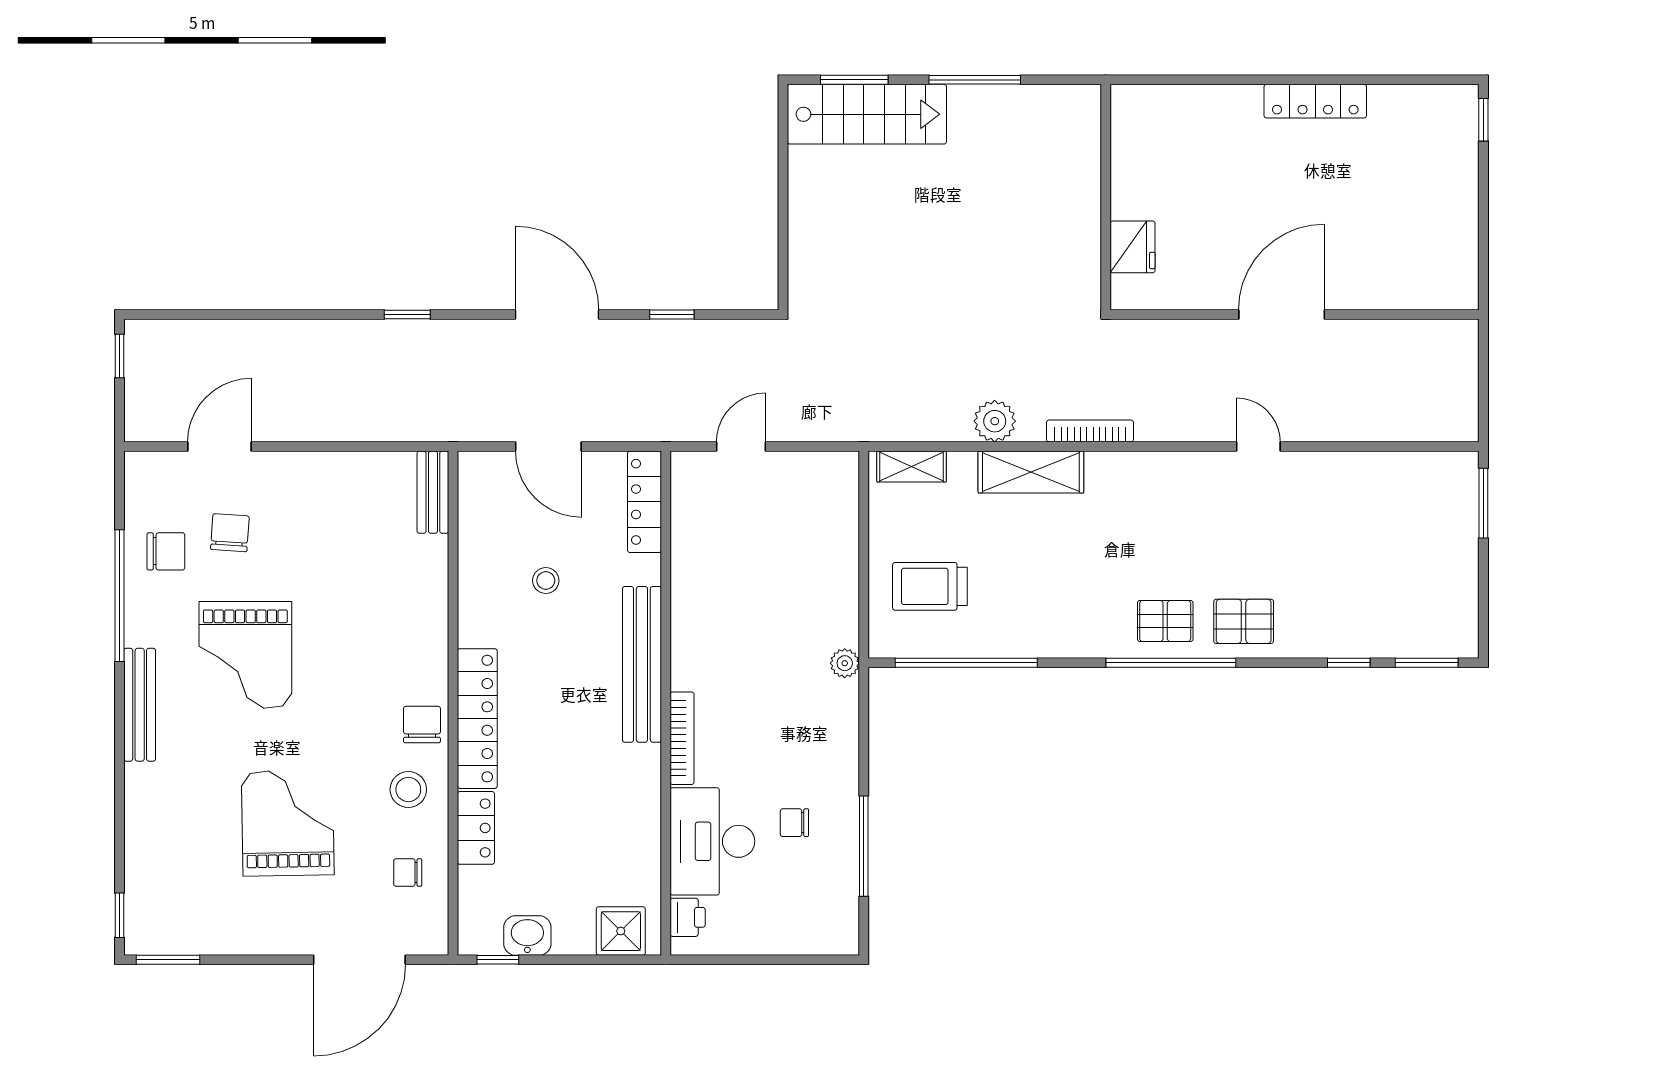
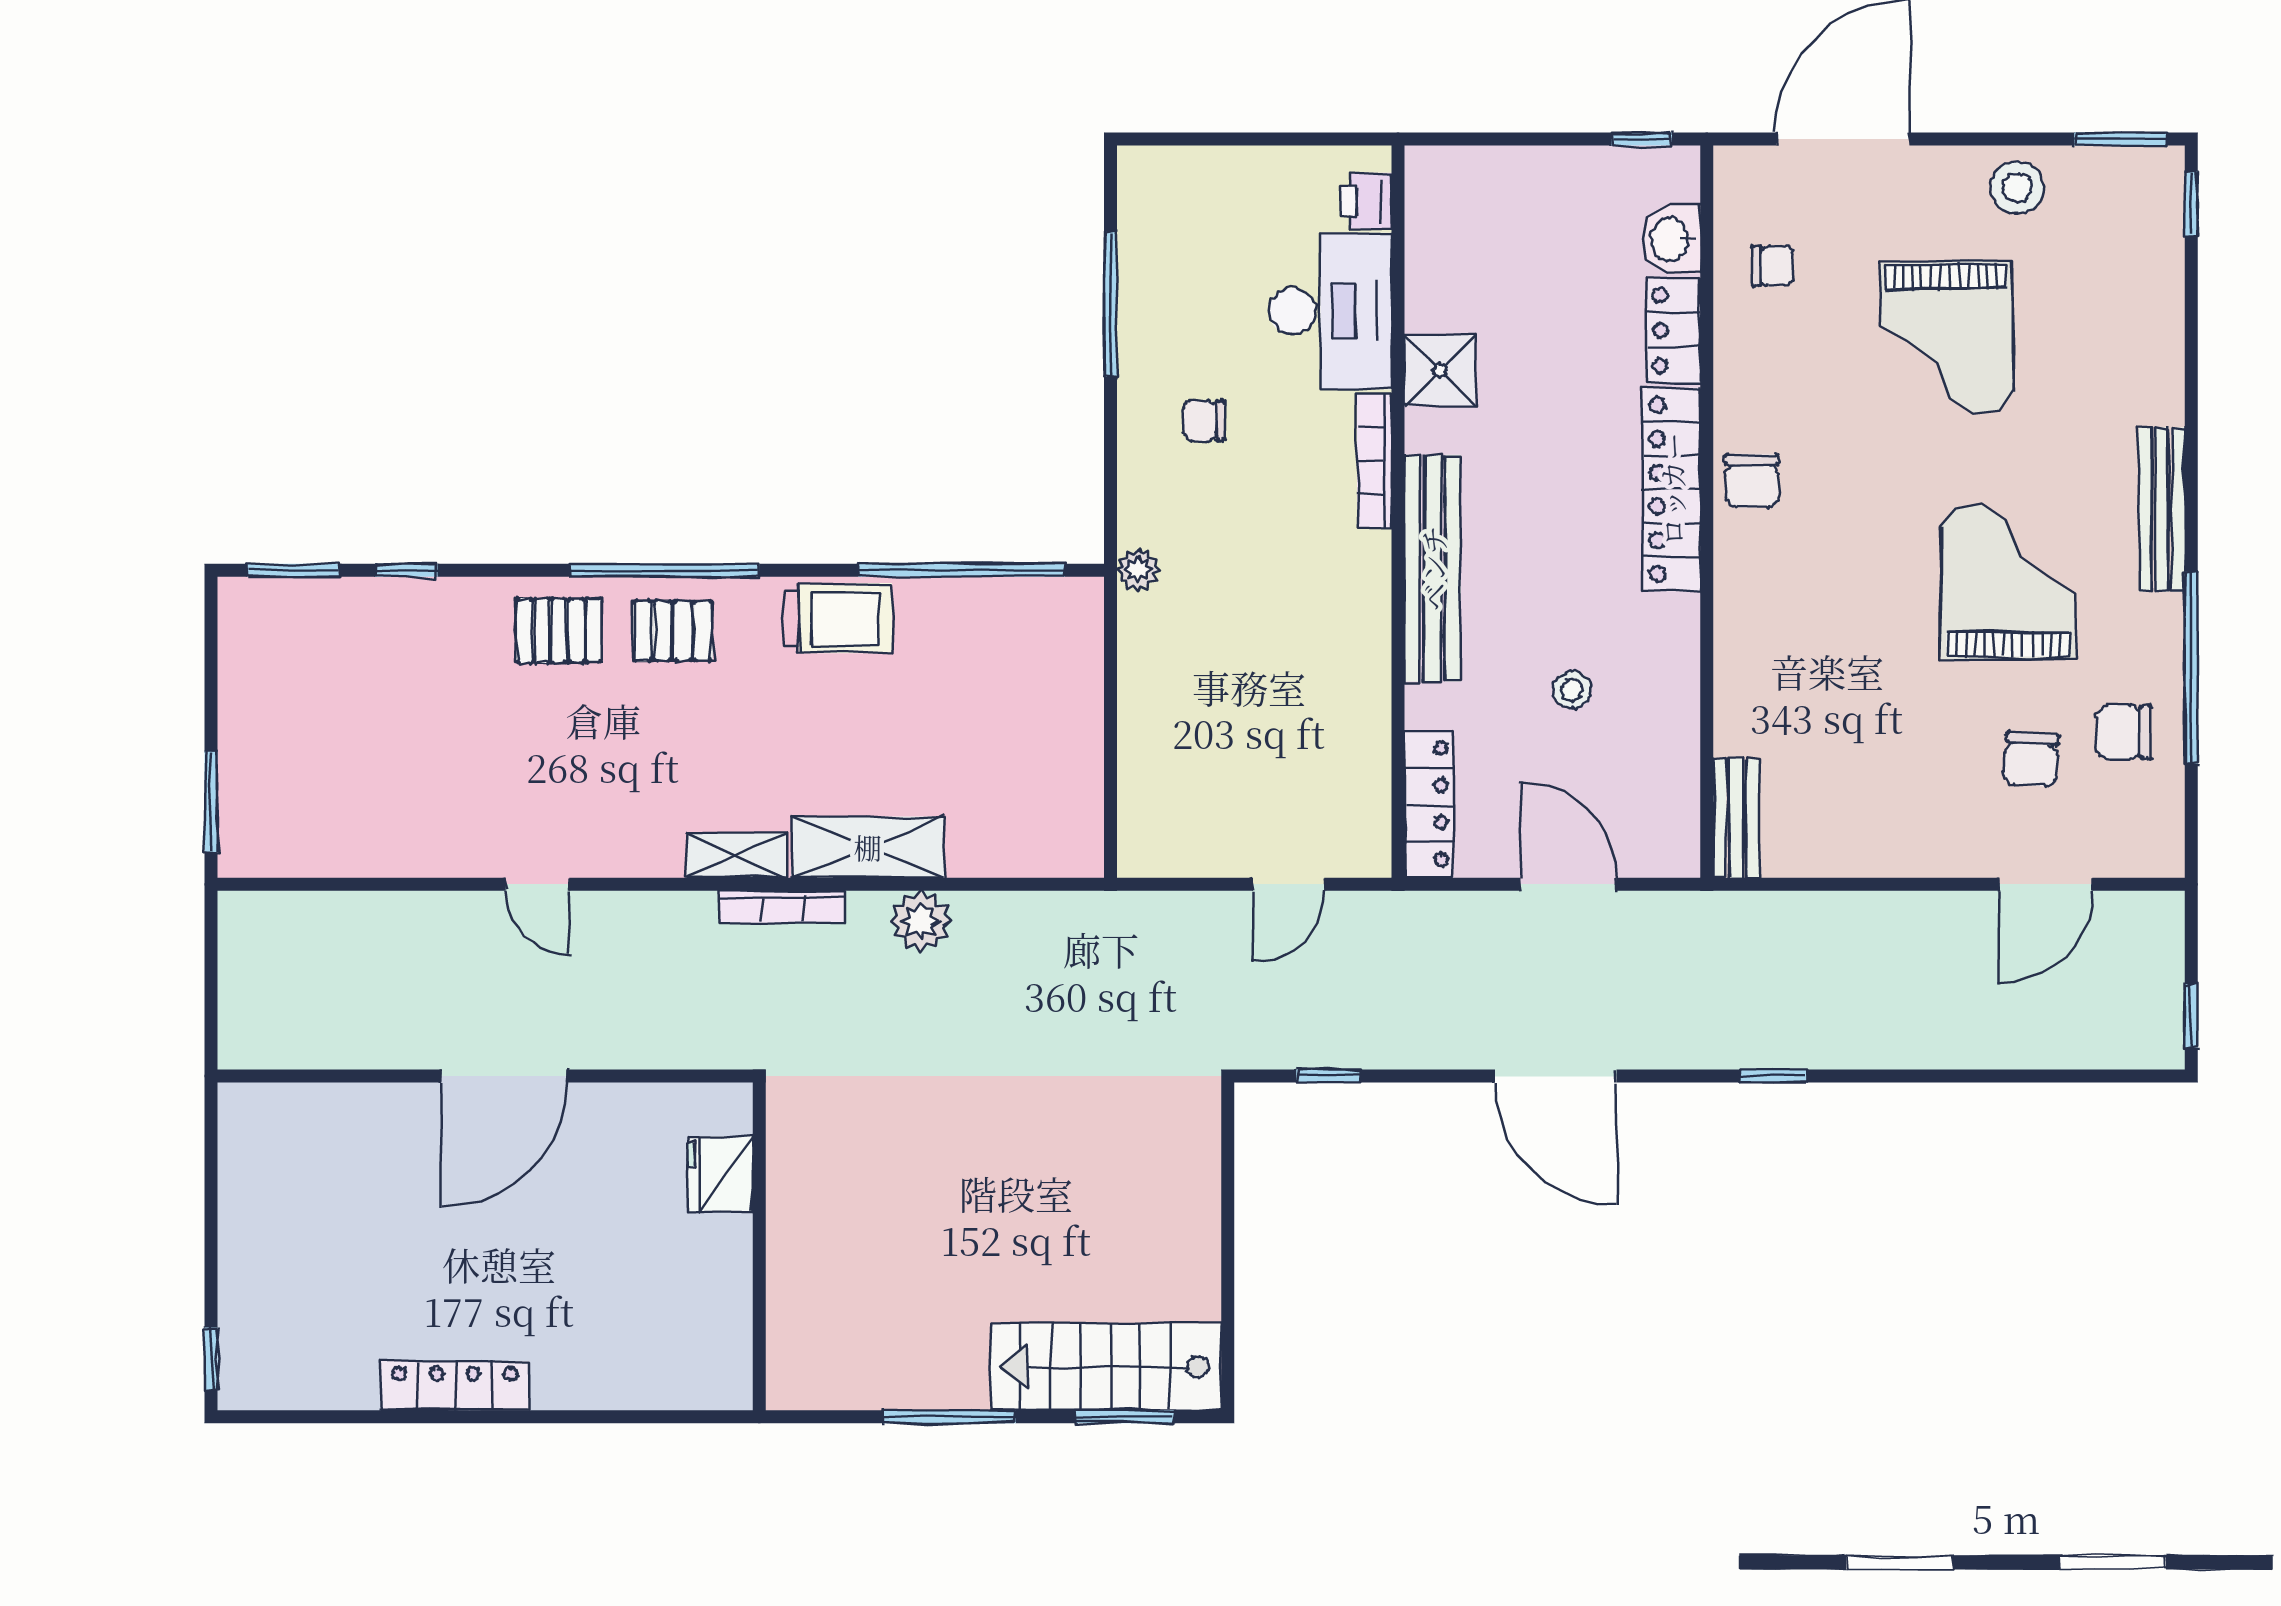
window: (672, 314) -> (1329, 1076), moved
shelving: (912, 466) -> (737, 855), moved
trolley: (930, 586) -> (838, 618), moved
stool: (408, 790) -> (2017, 188), moved
chair: (794, 823) -> (1204, 421), moved, turned 180
shower: (621, 931) -> (1440, 370), moved
washbasin: (527, 935) -> (1672, 239), moved, turned 90

